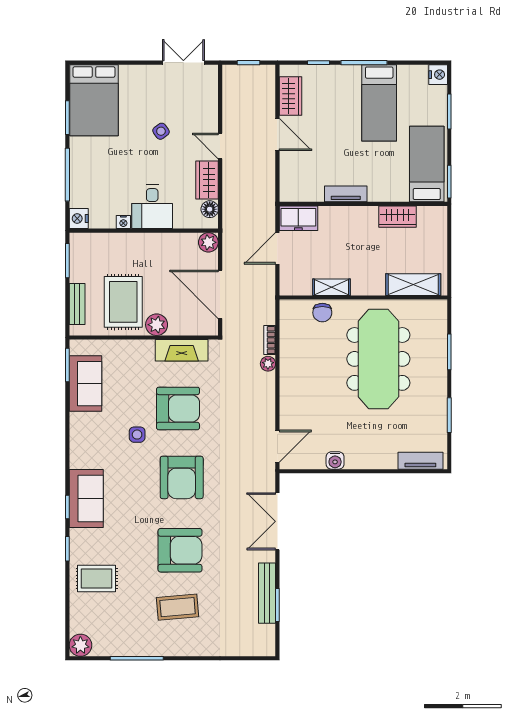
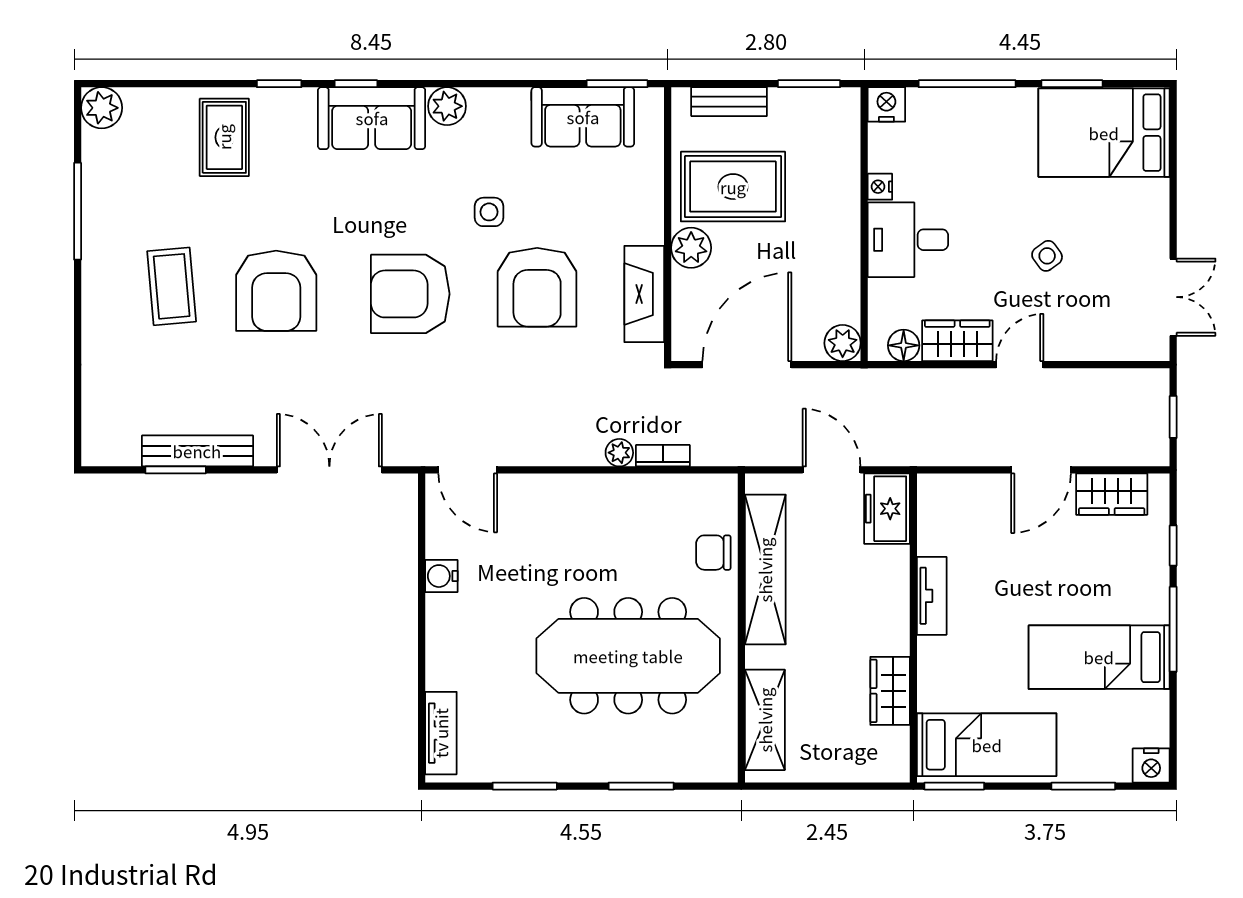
shelving: (332, 287) -> (765, 570), width x2.20, depth x1.33
plant: (80, 457) -> (447, 106), added

